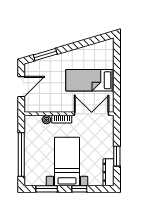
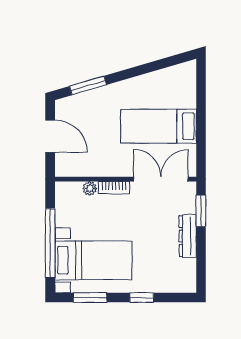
door: (21, 87) -> (50, 136), hinge flipped
window: (117, 156) -> (201, 211), moved
bed with nightstands: (67, 162) -> (93, 260), moved, turned 90
dresser: (109, 172) -> (188, 236), moved

